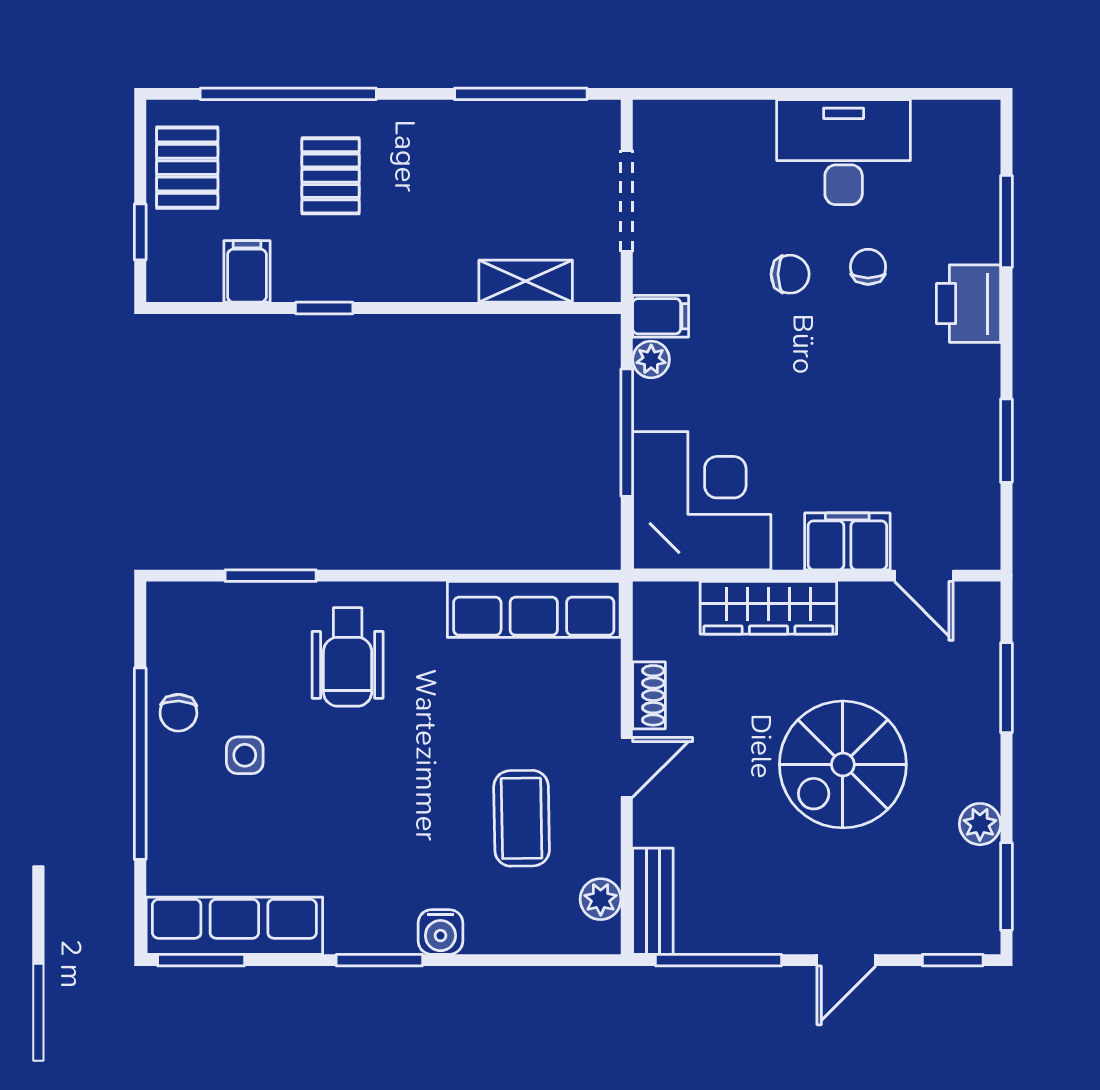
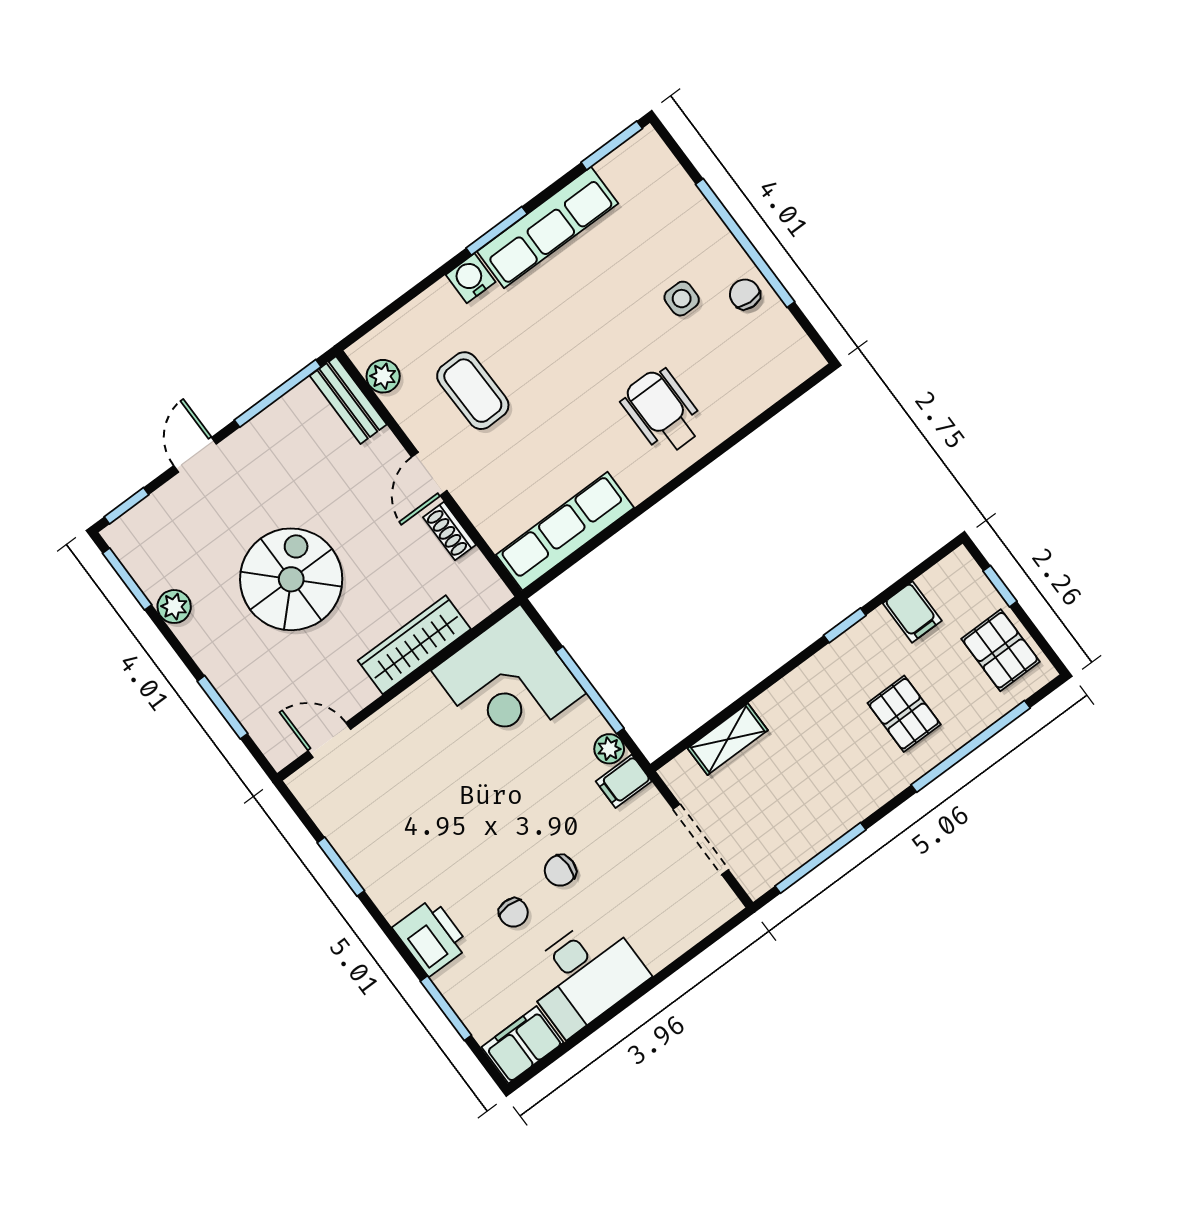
filing cabinet: (847, 541) -> (523, 1045), moved, turned 180
window: (271, 576) -> (751, 427), removed
row of seats: (234, 926) -> (548, 227), moved

